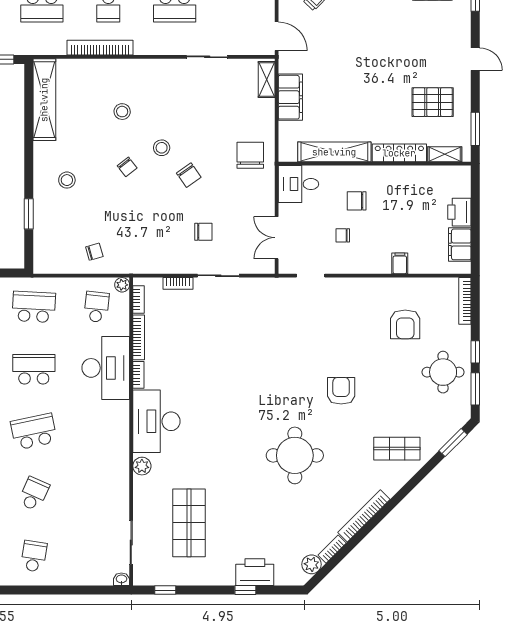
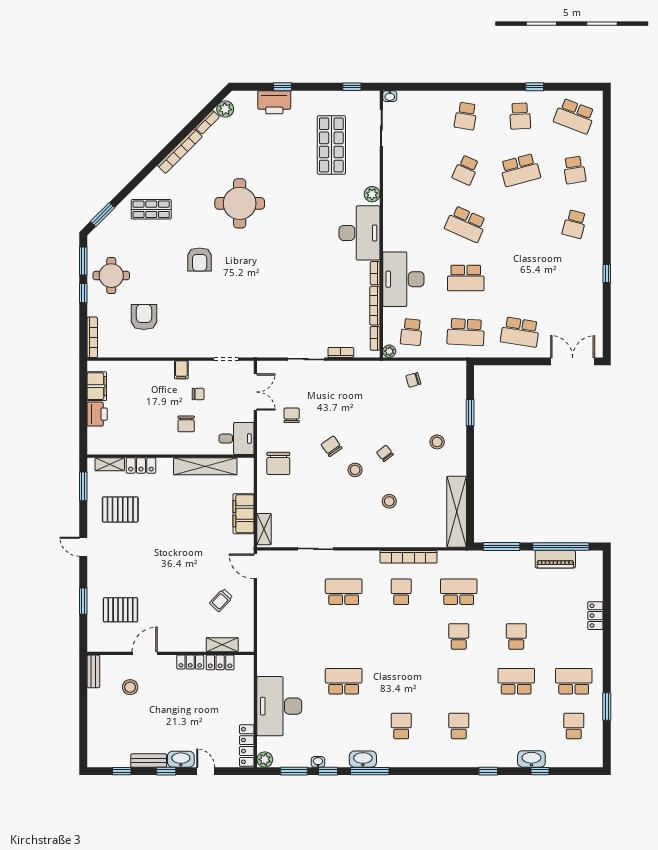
locker: (399, 153) -> (141, 465), width x0.66
chair: (357, 201) -> (186, 424), turned 90
chair: (203, 232) -> (292, 415), moved, turned 90
filing cabinet: (400, 263) -> (181, 370), moved
school desk: (34, 432) -> (466, 224), turned 36

